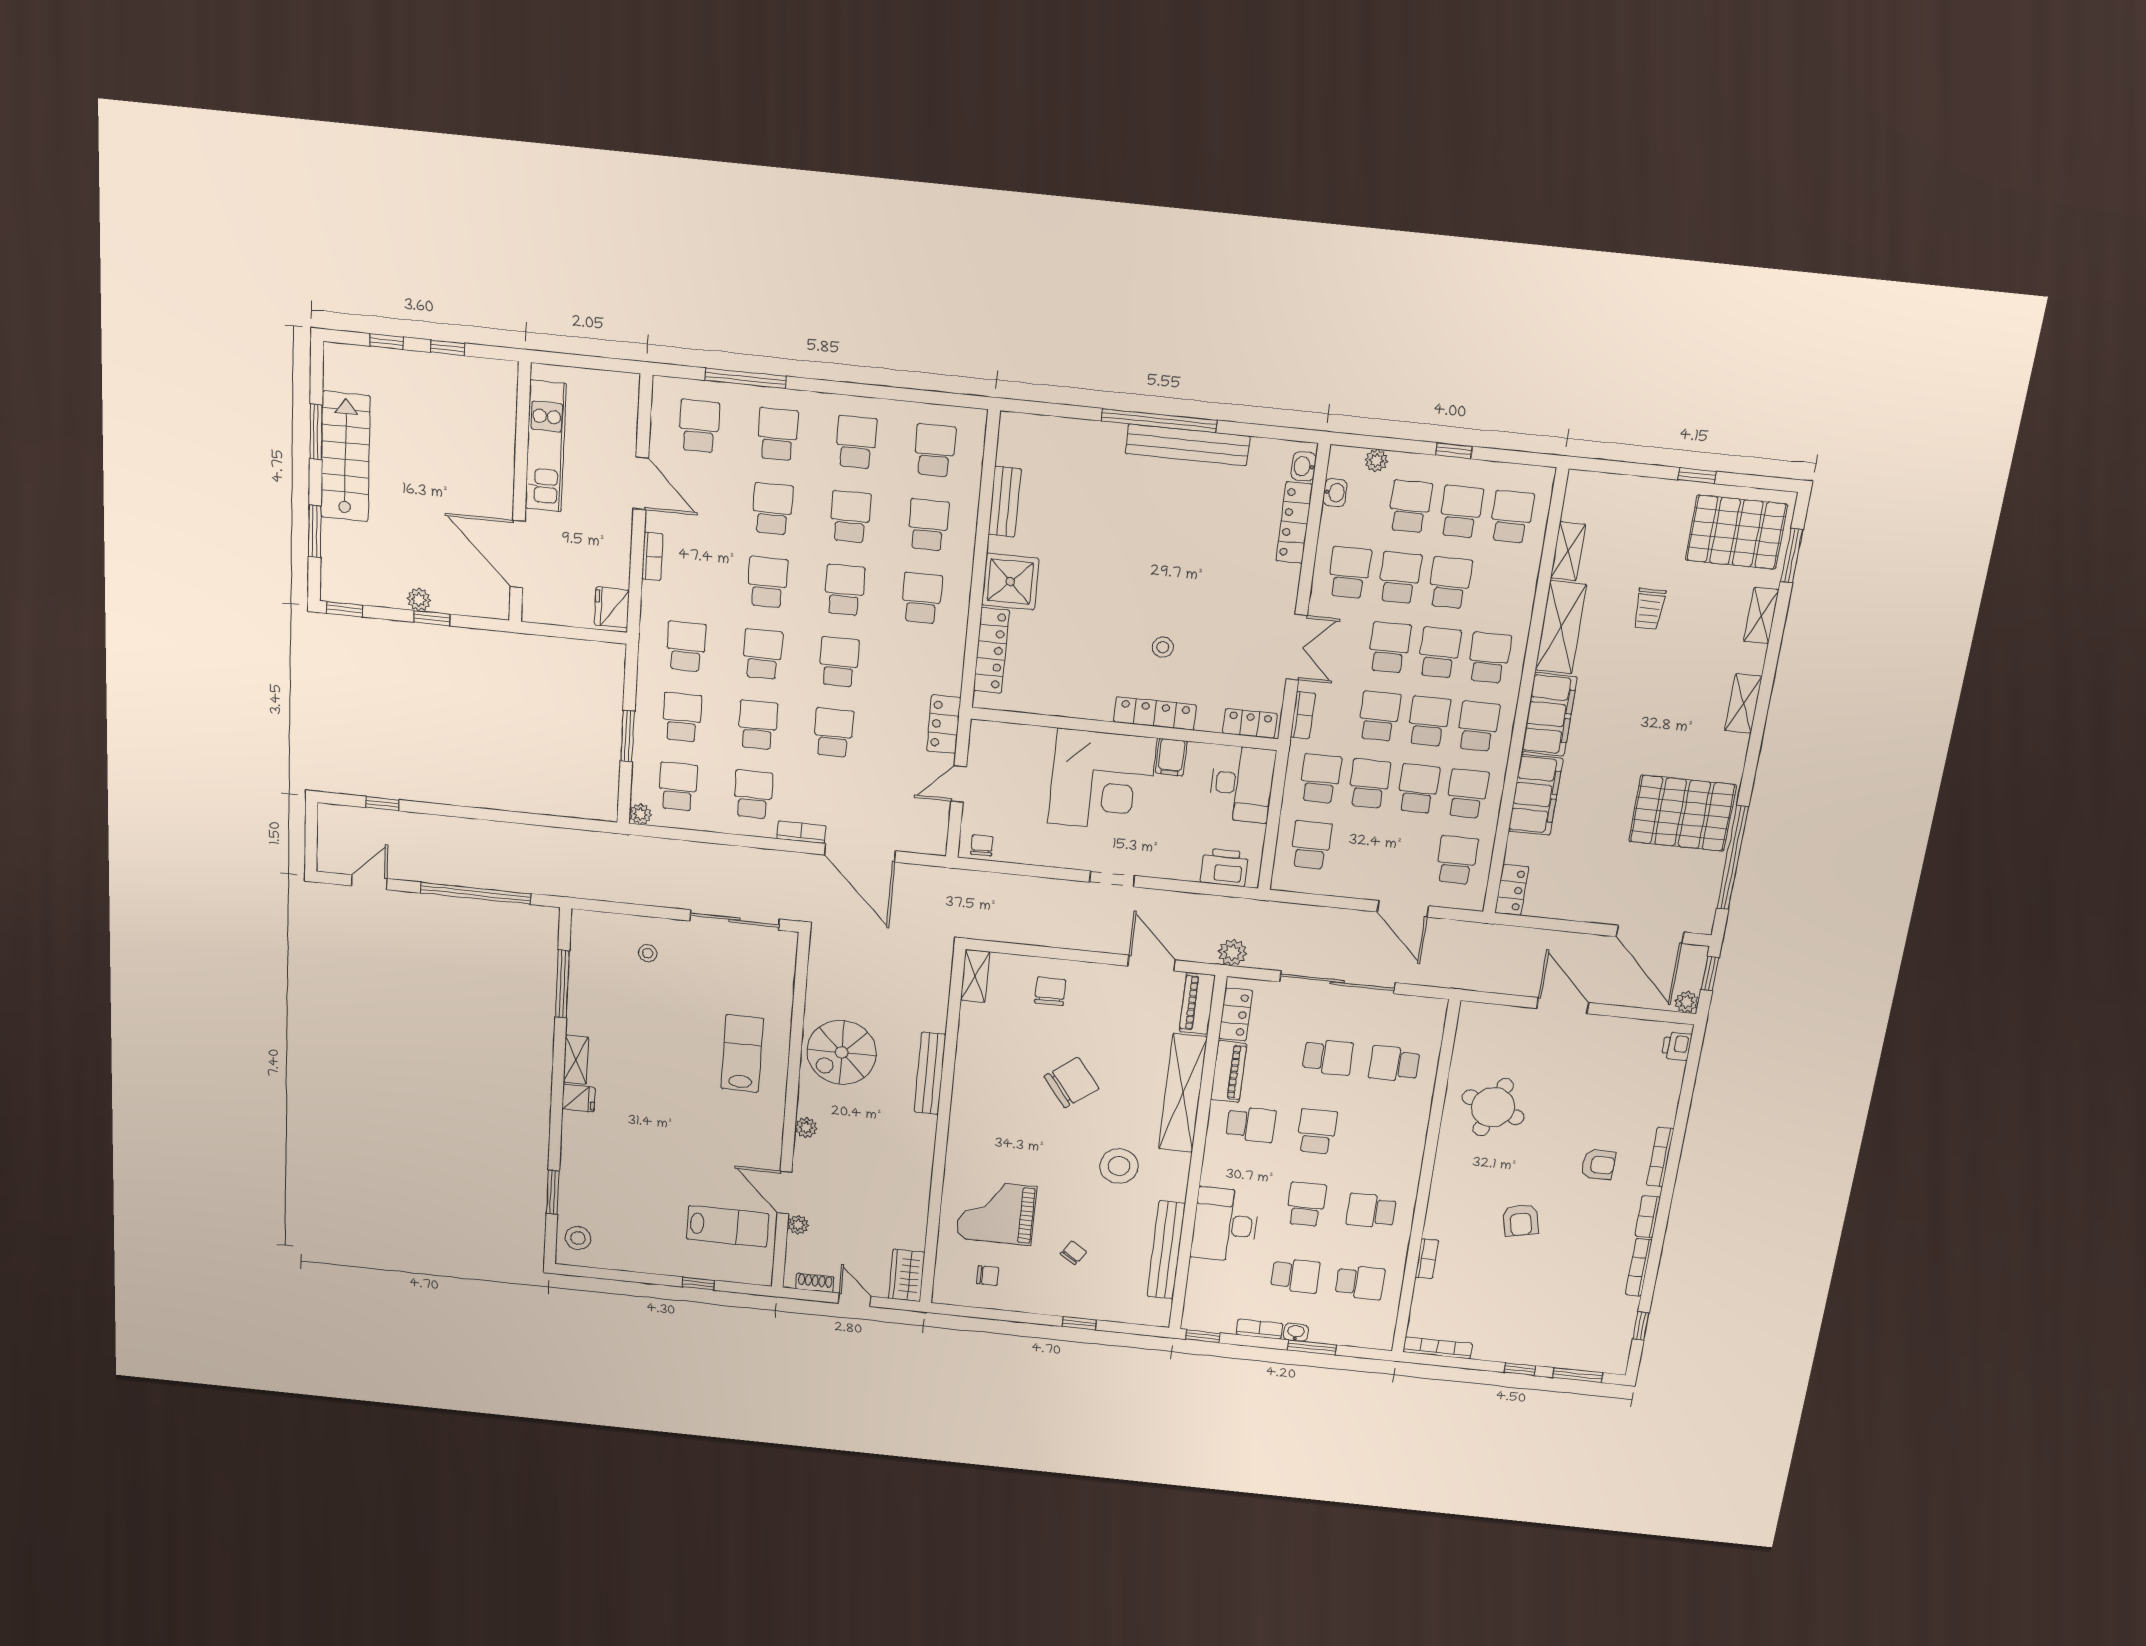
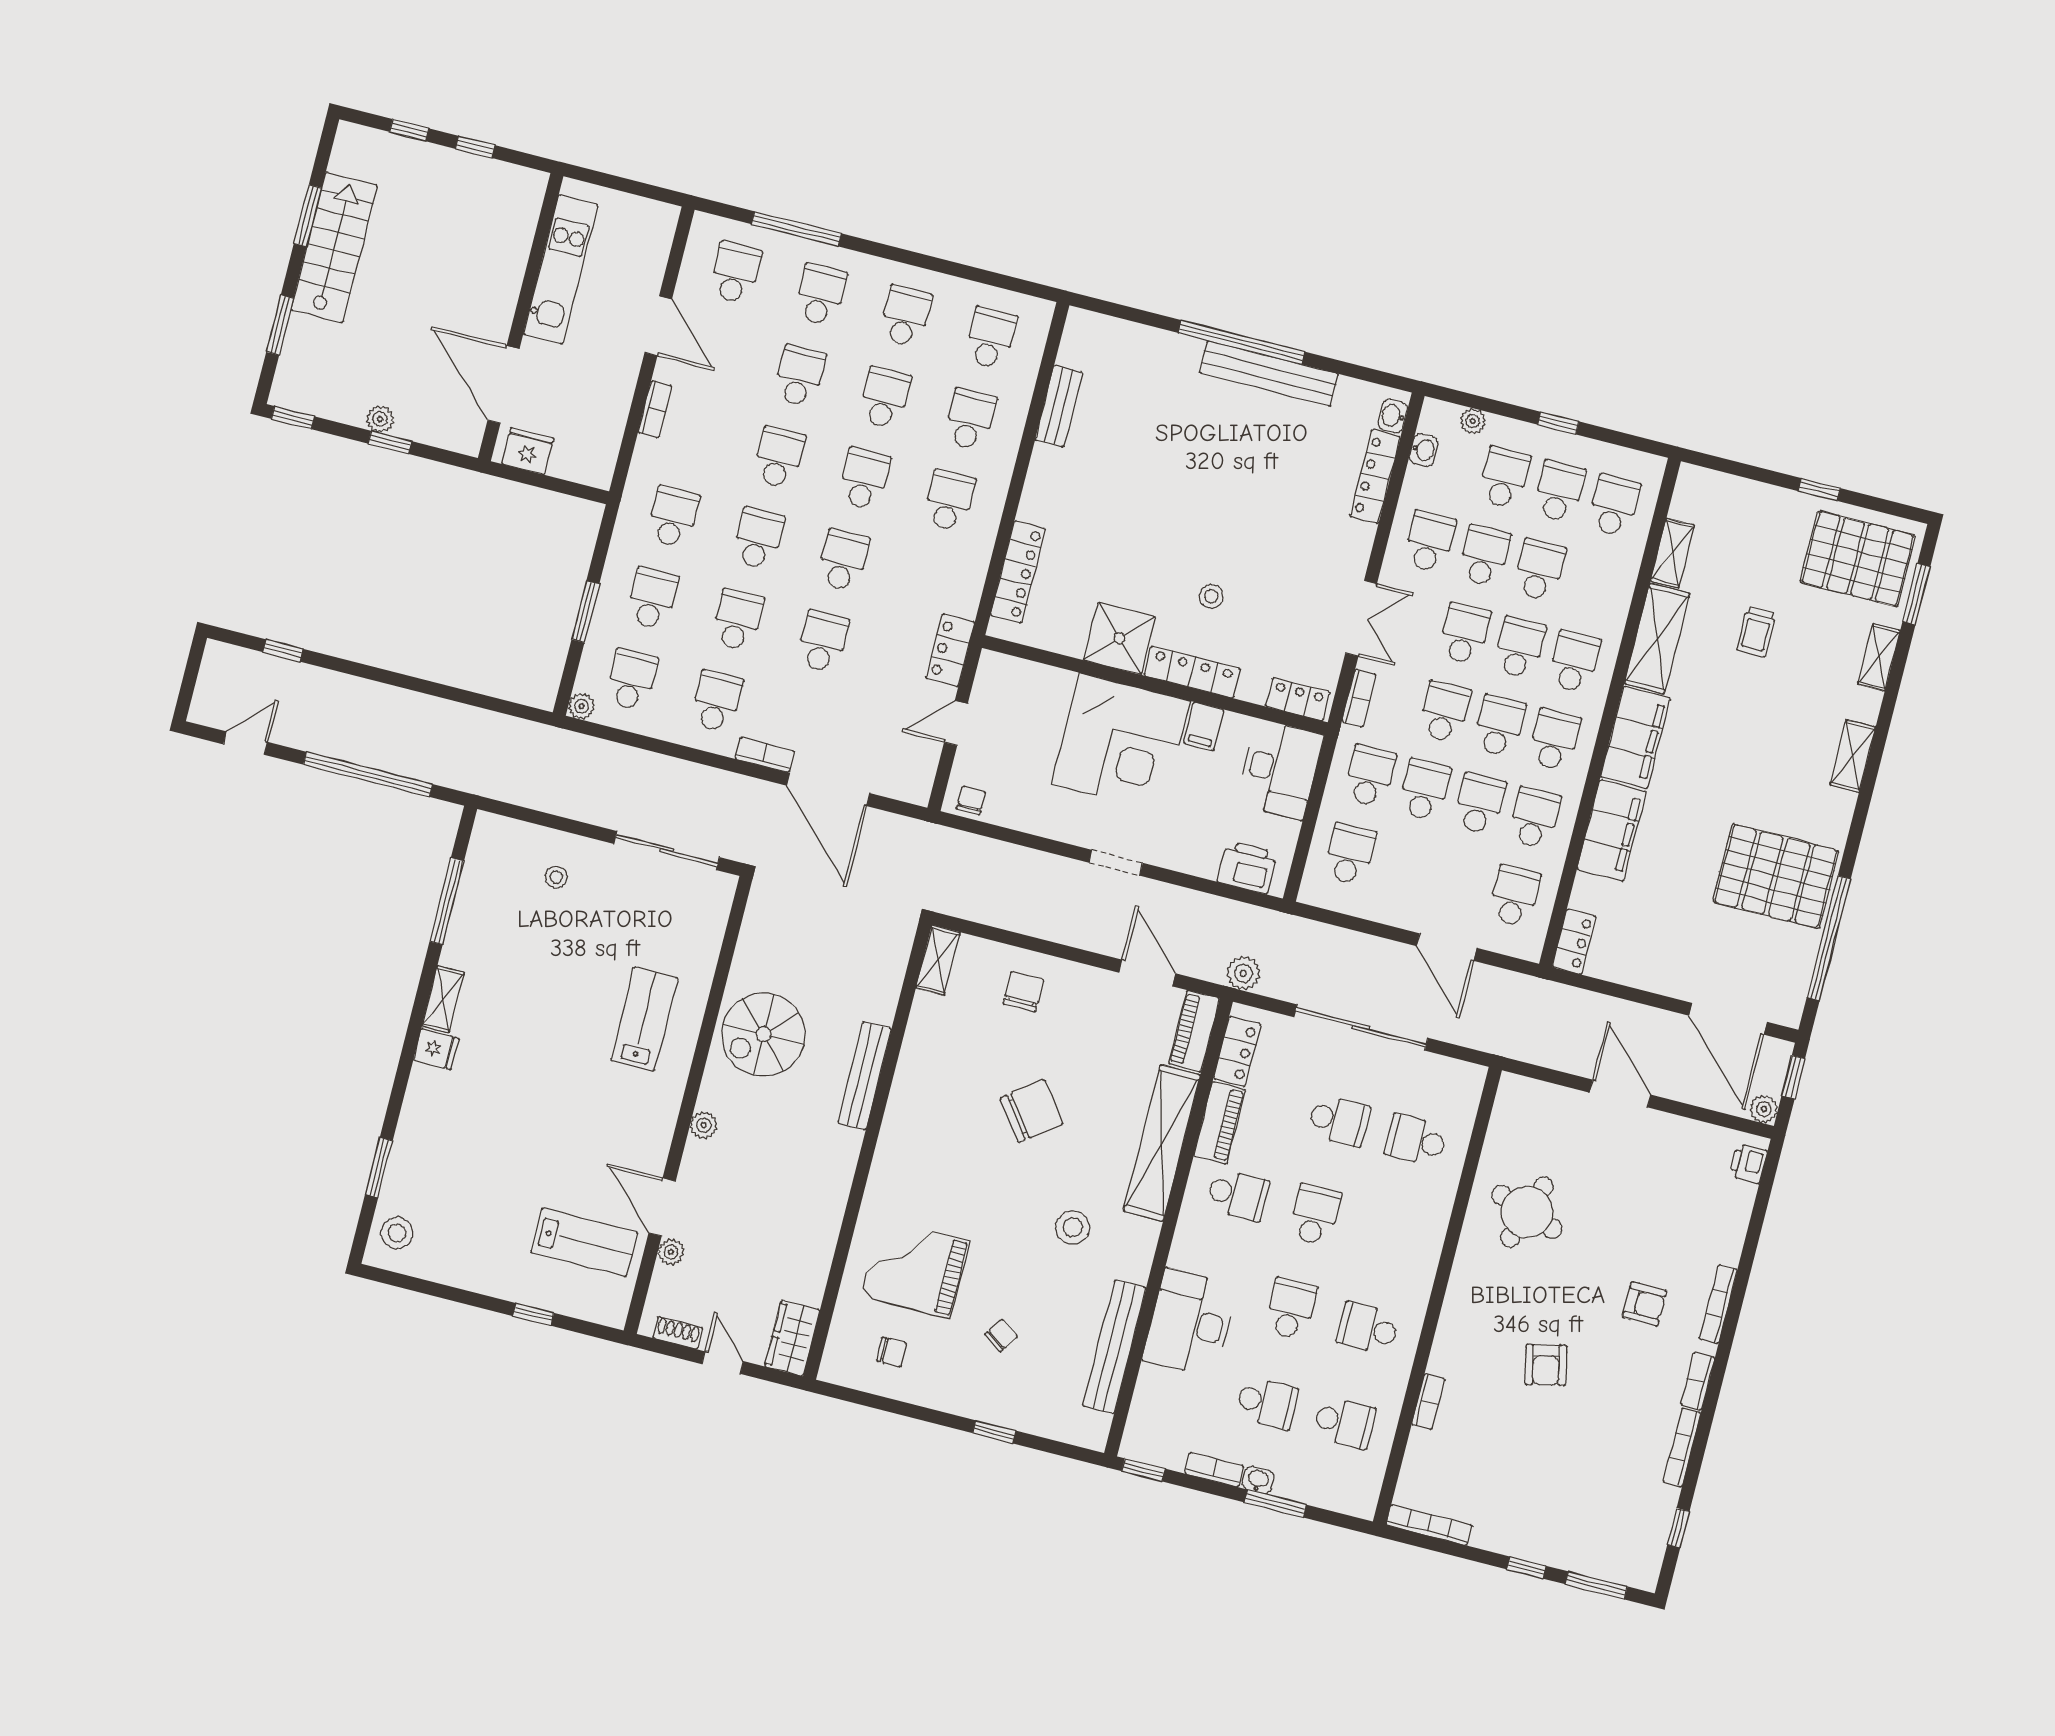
shower: (1010, 582) -> (1119, 638), moved
fridge: (612, 607) -> (528, 451), moved, turned 90
stool: (1119, 1166) -> (1073, 1227), width x0.73, depth x0.73

